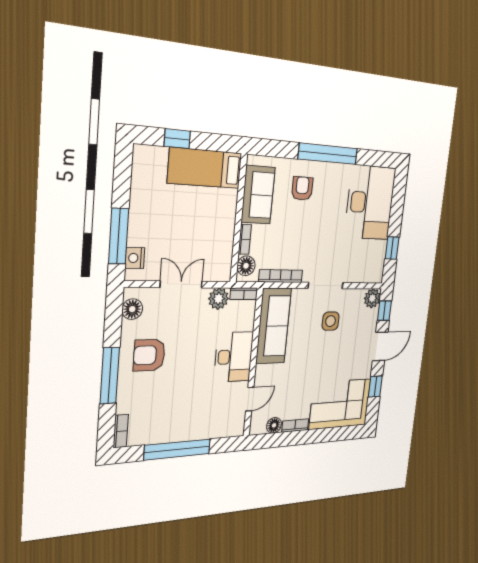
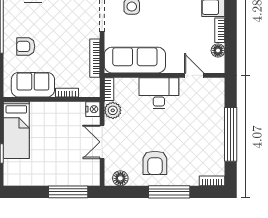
nightstand: (135, 258) -> (93, 109), moved, turned -90
floor lamp: (246, 266) -> (87, 89), removed

